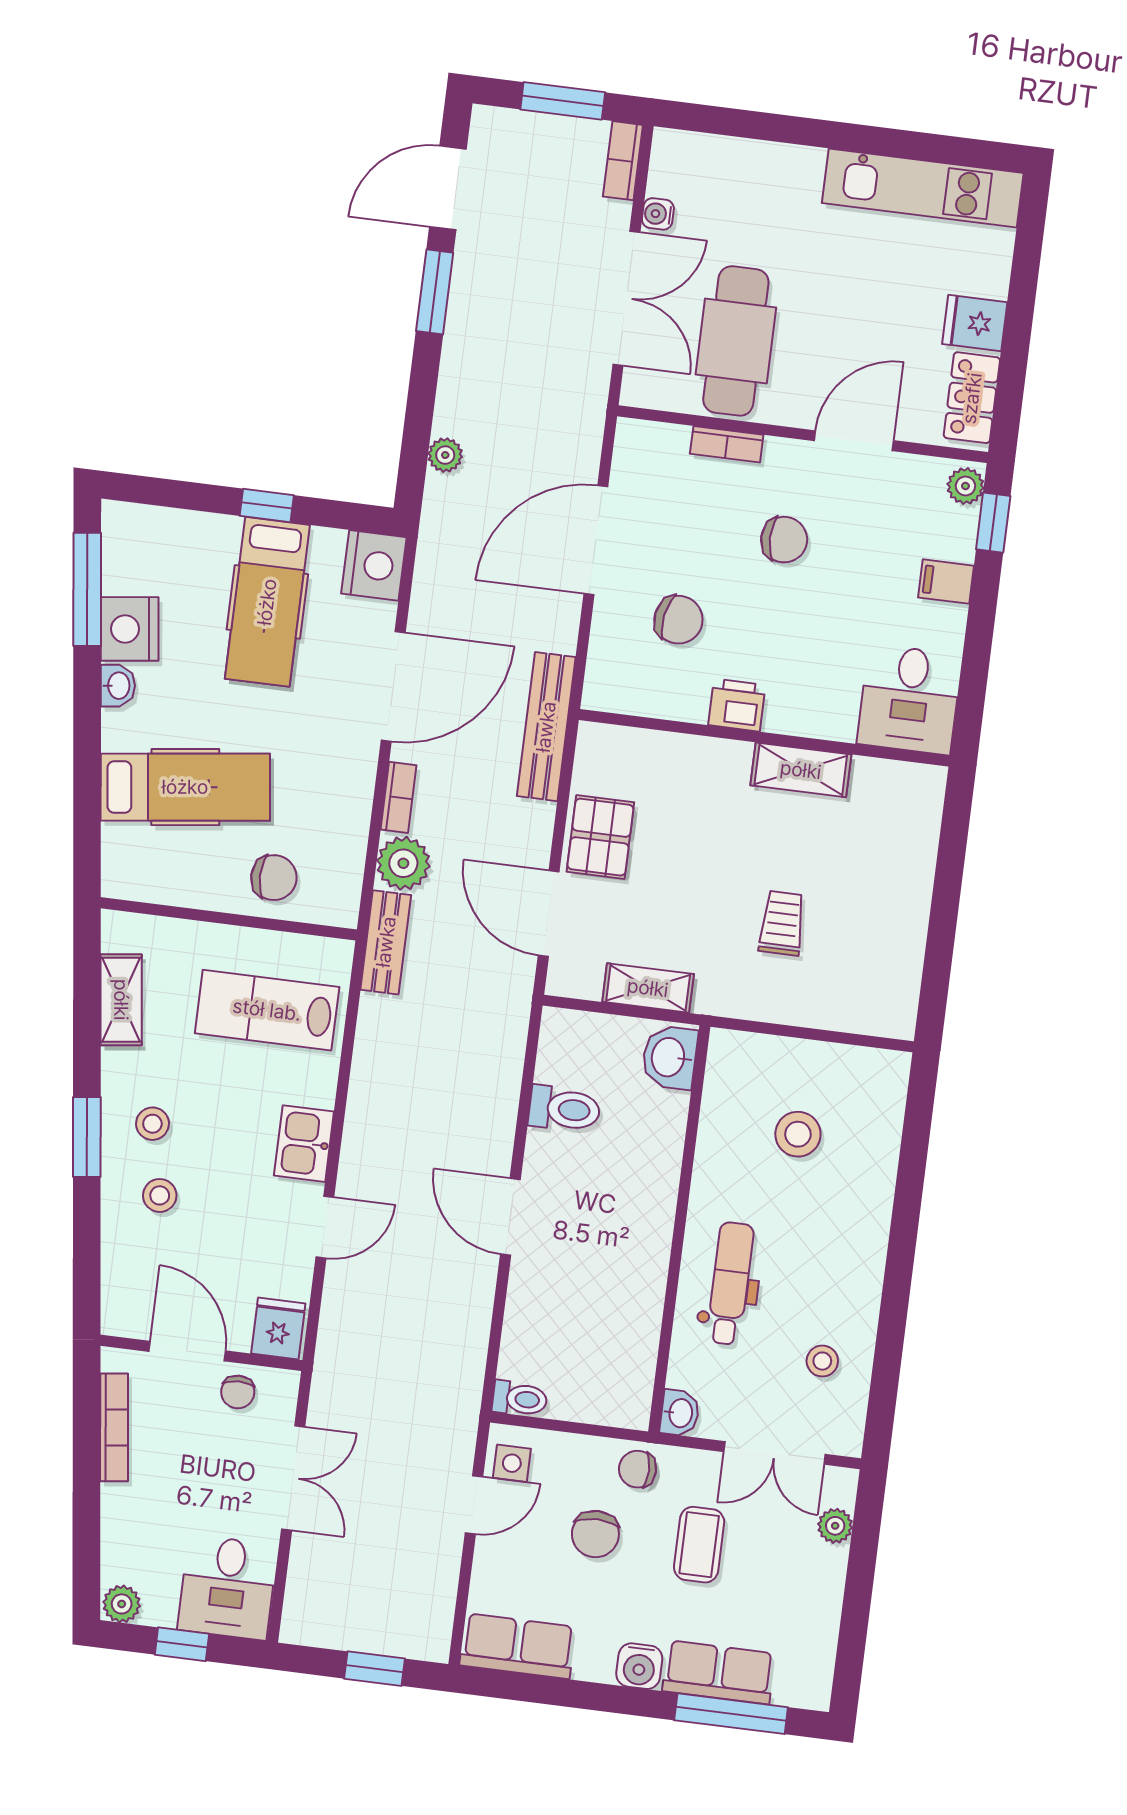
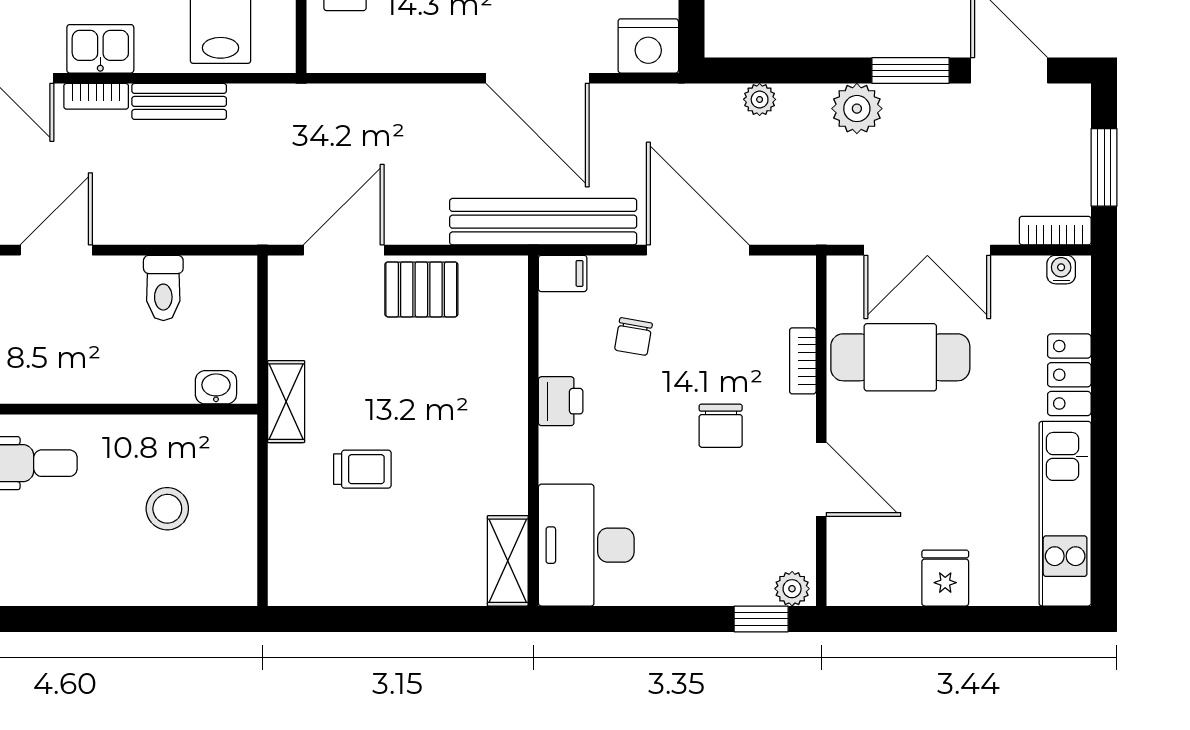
water cooler: (658, 214) -> (1061, 270), moved
locker: (972, 398) -> (1069, 375), moved, turned -90
filing cabinet: (946, 582) -> (563, 273), moved, turned 90
chair: (678, 620) -> (633, 337), width x0.73, depth x0.73
desk: (910, 699) -> (586, 545), width x1.37
bench: (546, 727) -> (543, 222), width x1.37, depth x1.21
shelving: (801, 770) -> (508, 561), moved
bookcase: (399, 797) -> (96, 96), moved
plant: (403, 863) -> (857, 109), moved
bench: (386, 942) -> (179, 101), moved
shelving: (648, 988) -> (286, 402), moved
washbasin: (670, 1057) -> (216, 387), width x0.72, depth x0.69

